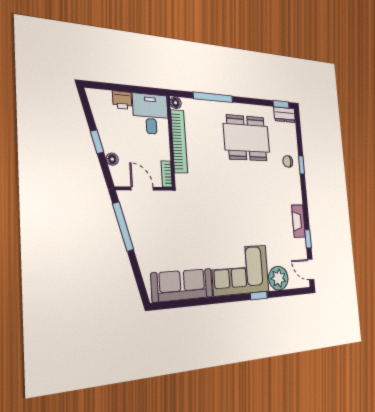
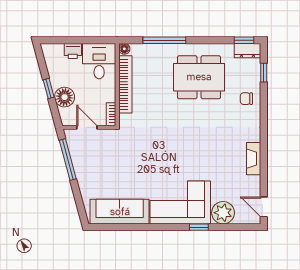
floor lamp: (112, 159) -> (65, 97), width x1.89, depth x1.89
window: (302, 165) -> (264, 73), moved
window: (308, 239) -> (264, 177), removed

